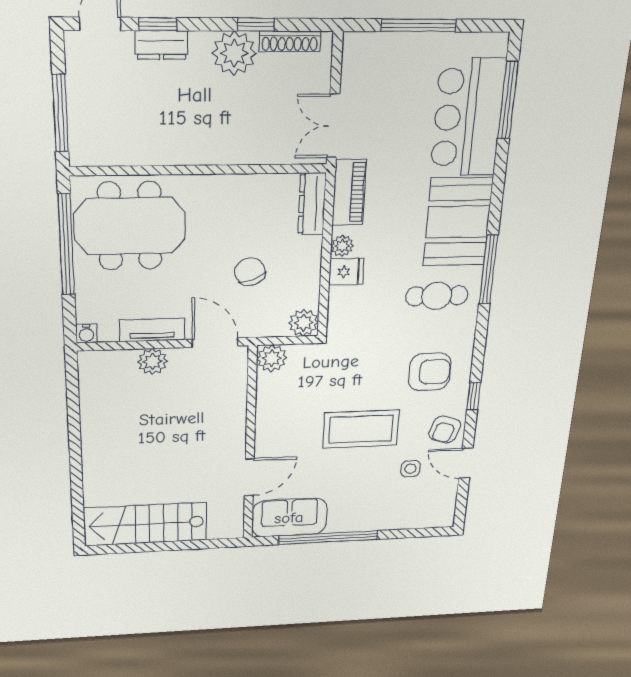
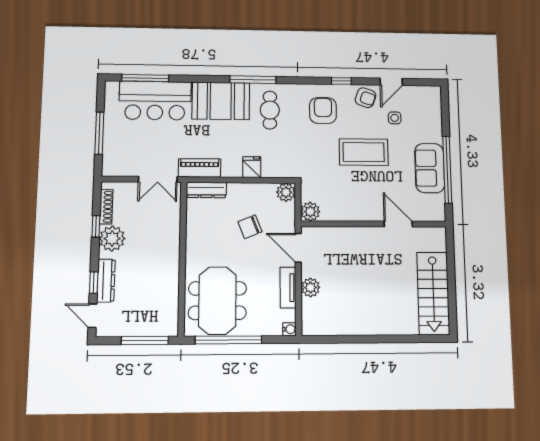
dresser: (162, 45) -> (106, 281), width x1.44
plant: (342, 246) -> (234, 170), removed
door: (215, 343) -> (298, 248), hinge flipped
coffee table: (361, 429) -> (364, 152), turned 90
sofa: (289, 518) -> (430, 168), moved

